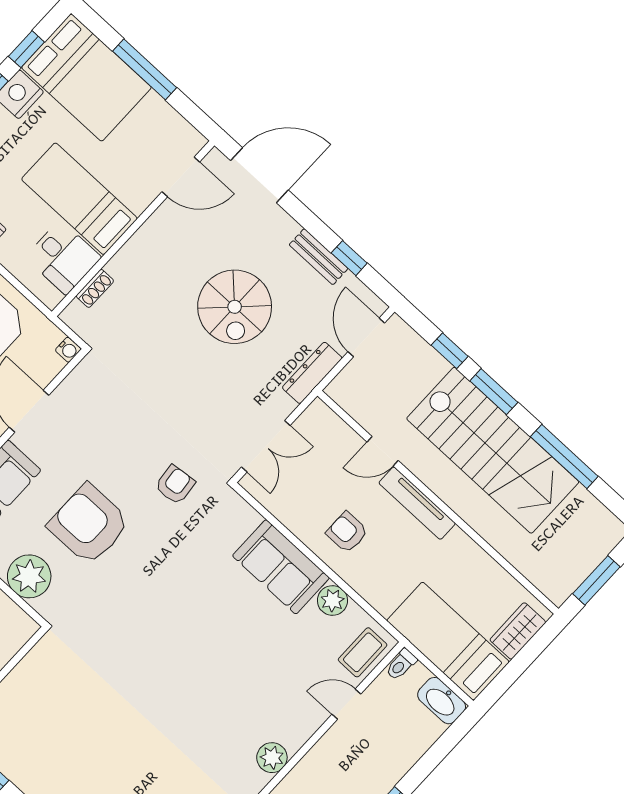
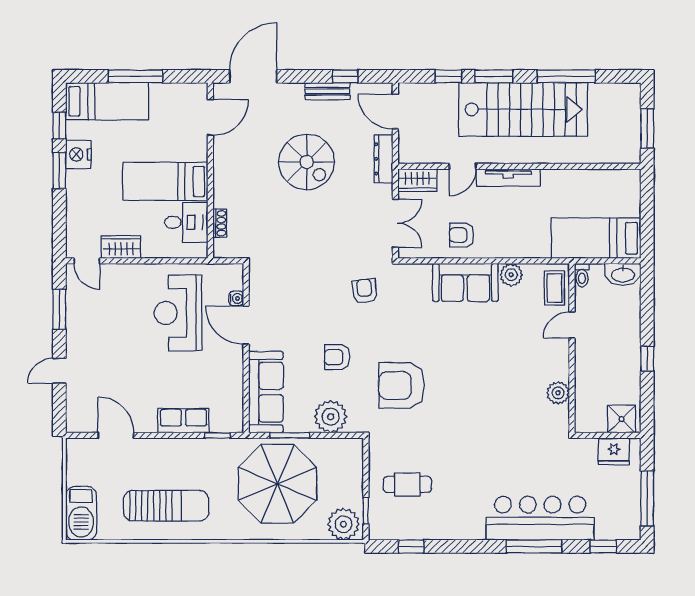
bed: (86, 77) -> (107, 101), width x0.67
water cooler: (68, 350) -> (236, 298), moved
armchair: (89, 524) -> (337, 357), width x0.53, depth x0.53
armchair: (347, 532) -> (462, 235), moved
armchair: (126, 610) -> (401, 385), added
wardrobe: (518, 631) -> (417, 180), moved, turned -90
cafe table: (43, 711) -> (407, 484), added

